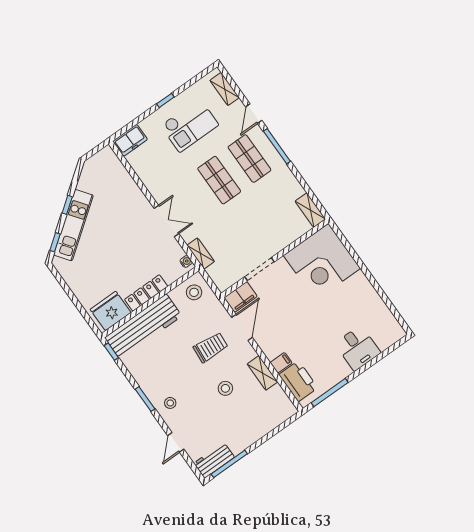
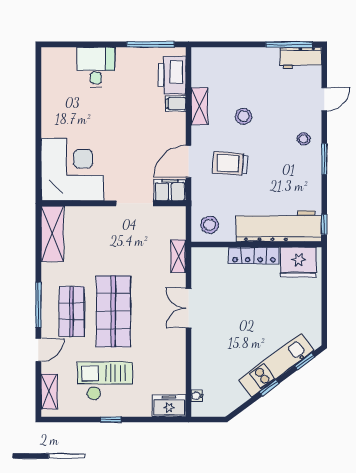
shop shelf: (219, 180) -> (113, 311), width x1.43, depth x1.36
shelving: (310, 210) -> (52, 234), width x1.50, depth x1.33
water cooler: (186, 261) -> (197, 396), moved

